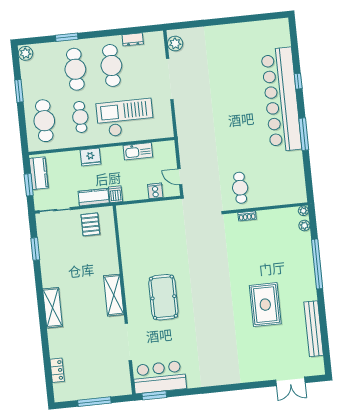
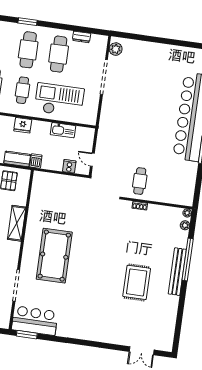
shelving: (114, 295) -> (17, 223), moved
pool table: (163, 297) -> (54, 256), width x1.36, depth x1.32
bench: (314, 329) -> (177, 272), moved

